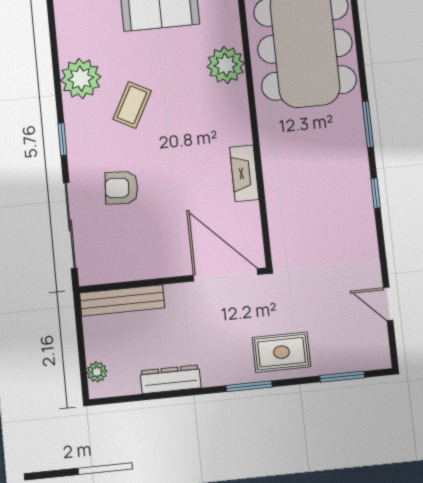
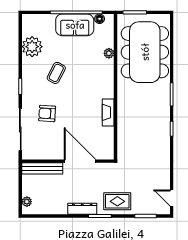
plant: (226, 65) -> (109, 53), width x0.53, depth x0.53
plant: (81, 79) -> (32, 47), moved
door: (226, 275) -> (80, 161), moved
door: (388, 304) -> (172, 198), moved
dresser: (171, 379) -> (82, 209), moved

